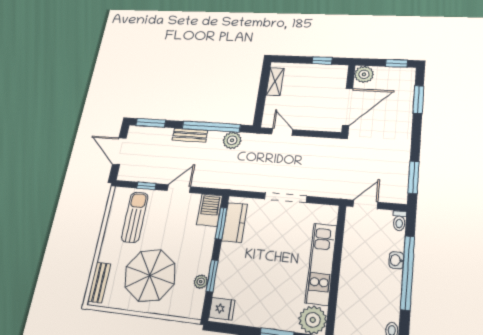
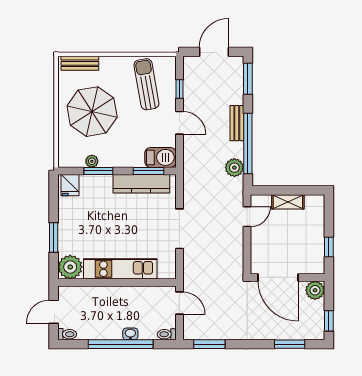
shelving: (275, 81) -> (288, 202), moved
sun lounger: (135, 217) -> (146, 84), turned -100
kitchen counter: (235, 222) -> (141, 184), width x1.50

